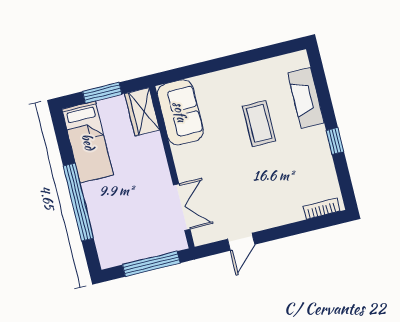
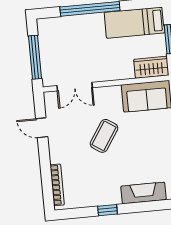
coffee table: (259, 124) -> (104, 136), moved, turned -57
bookcase: (321, 209) -> (57, 185), width x1.56

